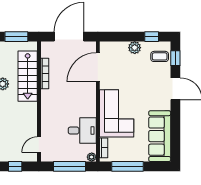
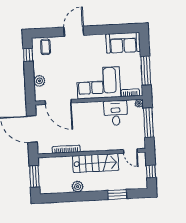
plant: (135, 48) -> (39, 81), moved
window: (175, 58) -> (46, 33), removed
stairs: (28, 76) -> (96, 163), moved
sofa: (160, 136) -> (123, 43), width x0.73

